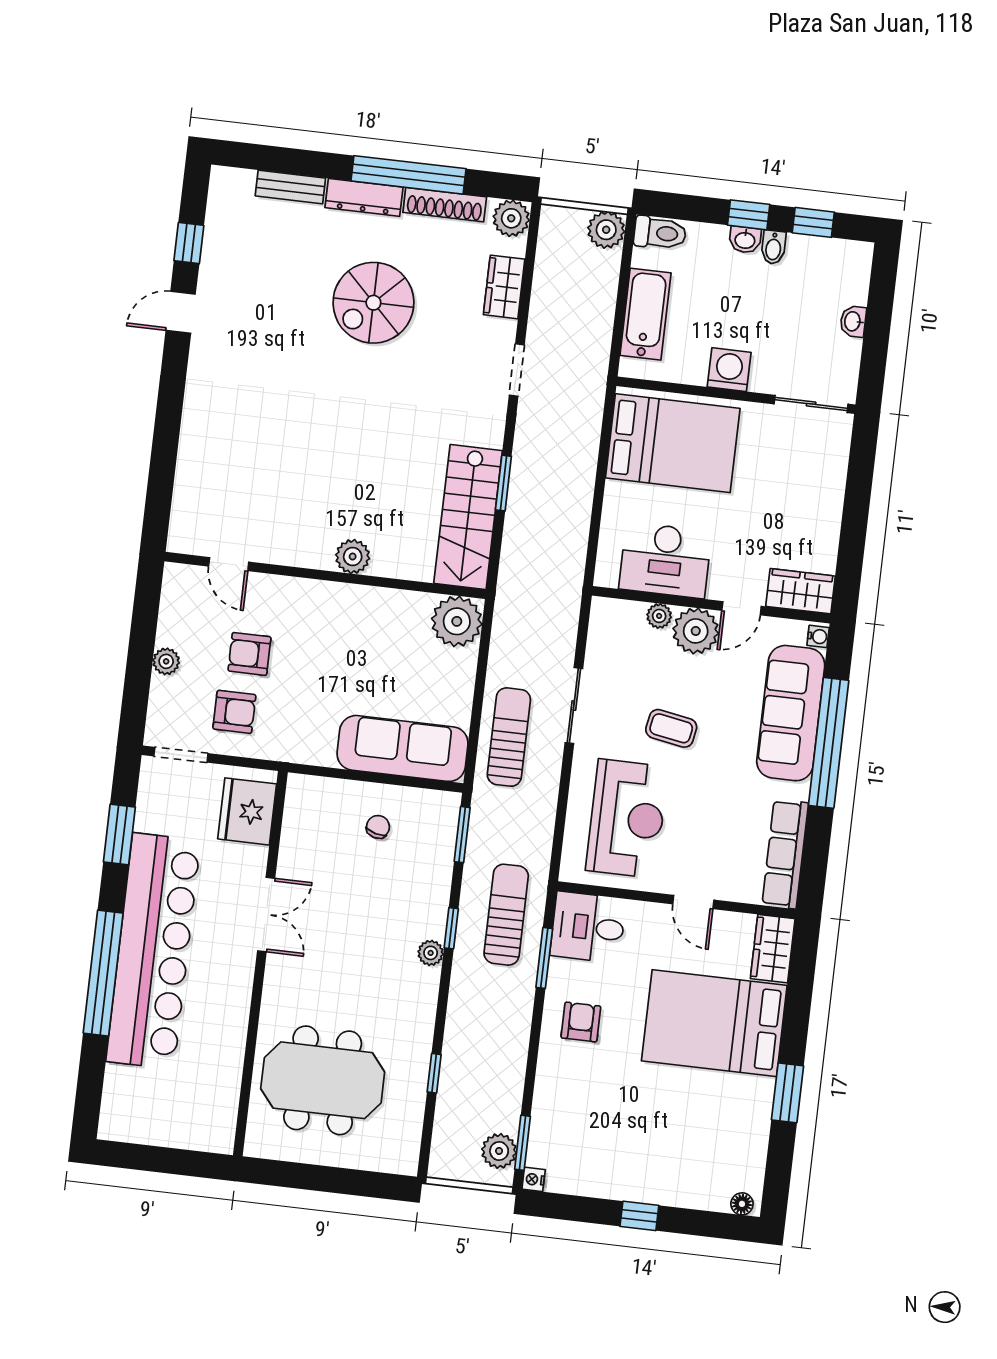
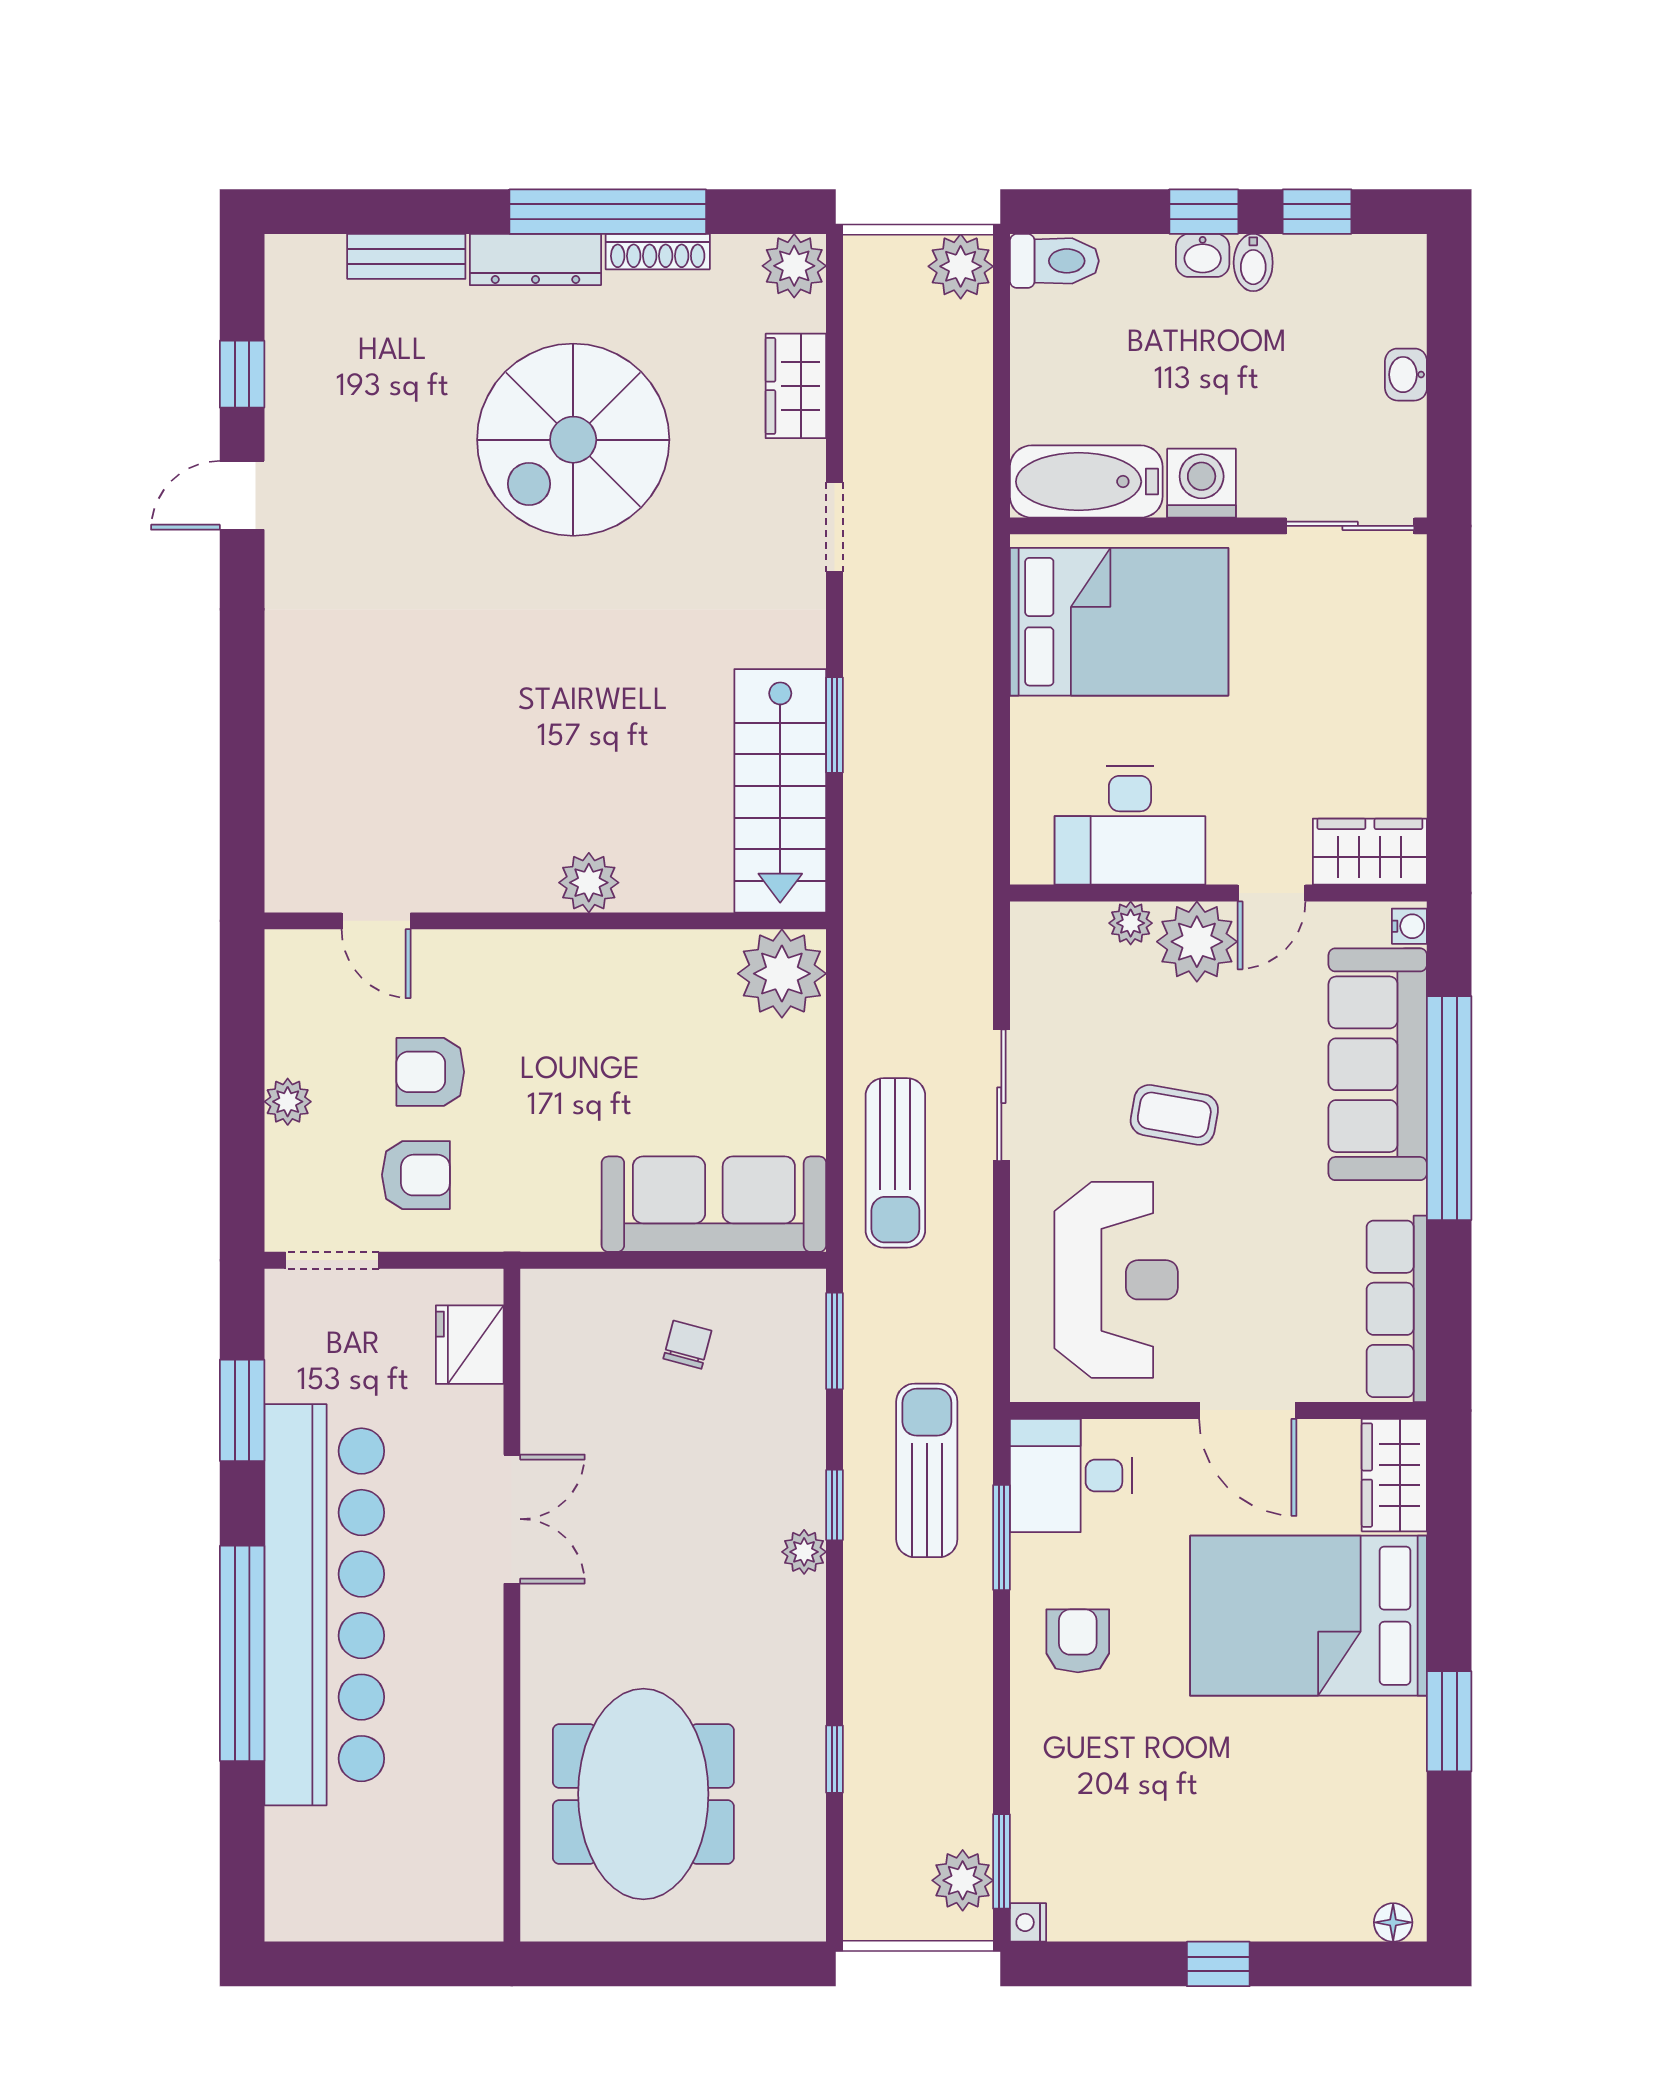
shoe rack: (445, 205) -> (658, 252), width x0.74, depth x0.81
spiral stairs: (373, 303) -> (573, 440), width x1.37, depth x1.37
bathtub: (646, 314) -> (1086, 482), moved, turned -90
sun lounger: (509, 737) -> (895, 1163), turned 180
fridge: (247, 811) -> (470, 1345), width x0.73, depth x0.75
door: (693, 902) -> (1248, 1410), width x1.38
meeting table: (323, 1080) -> (643, 1794), turned 90

